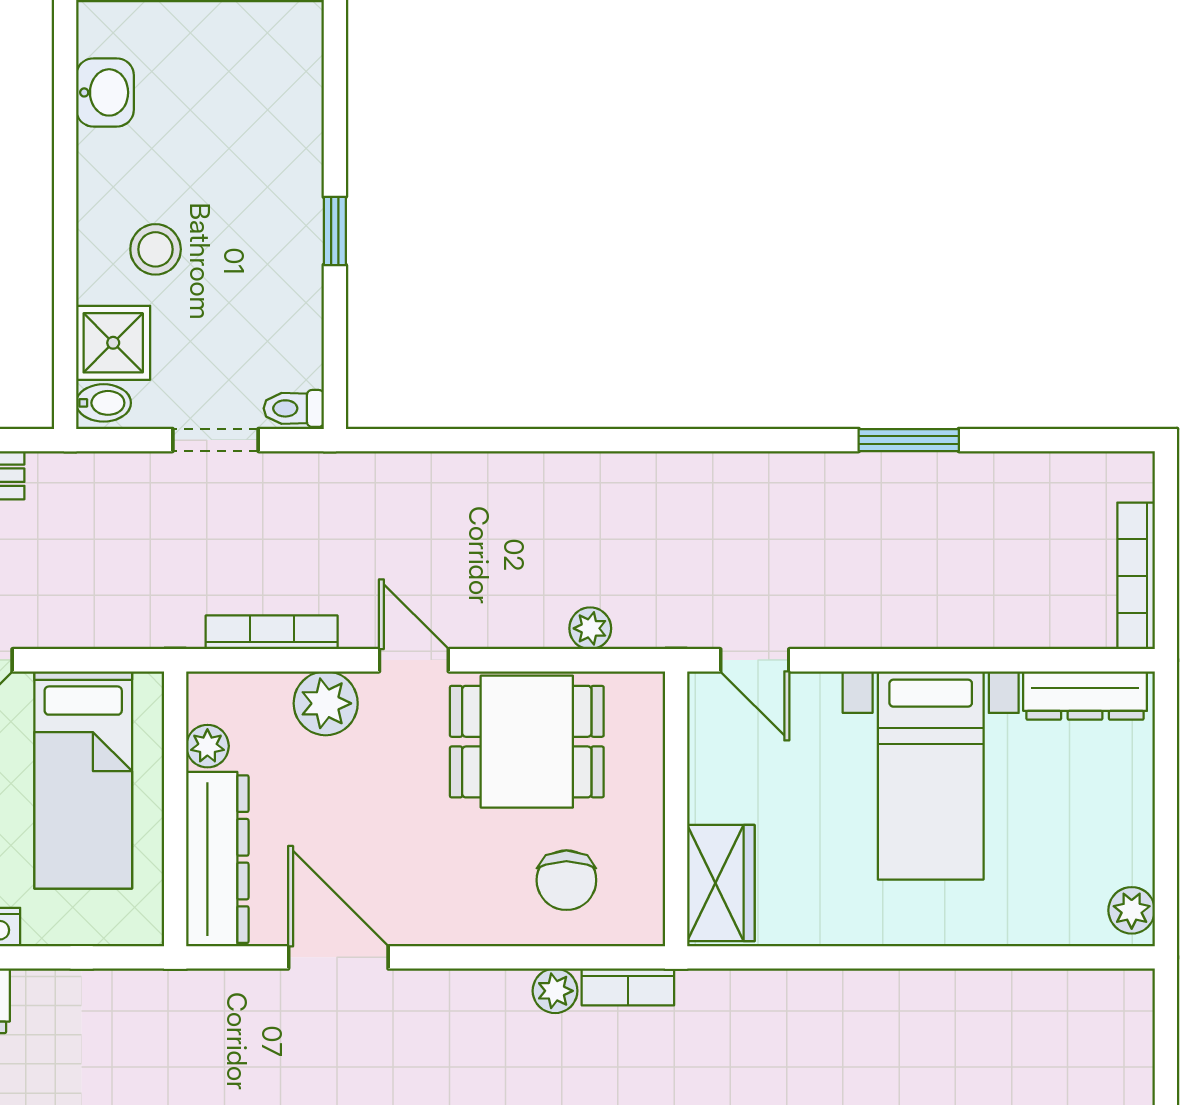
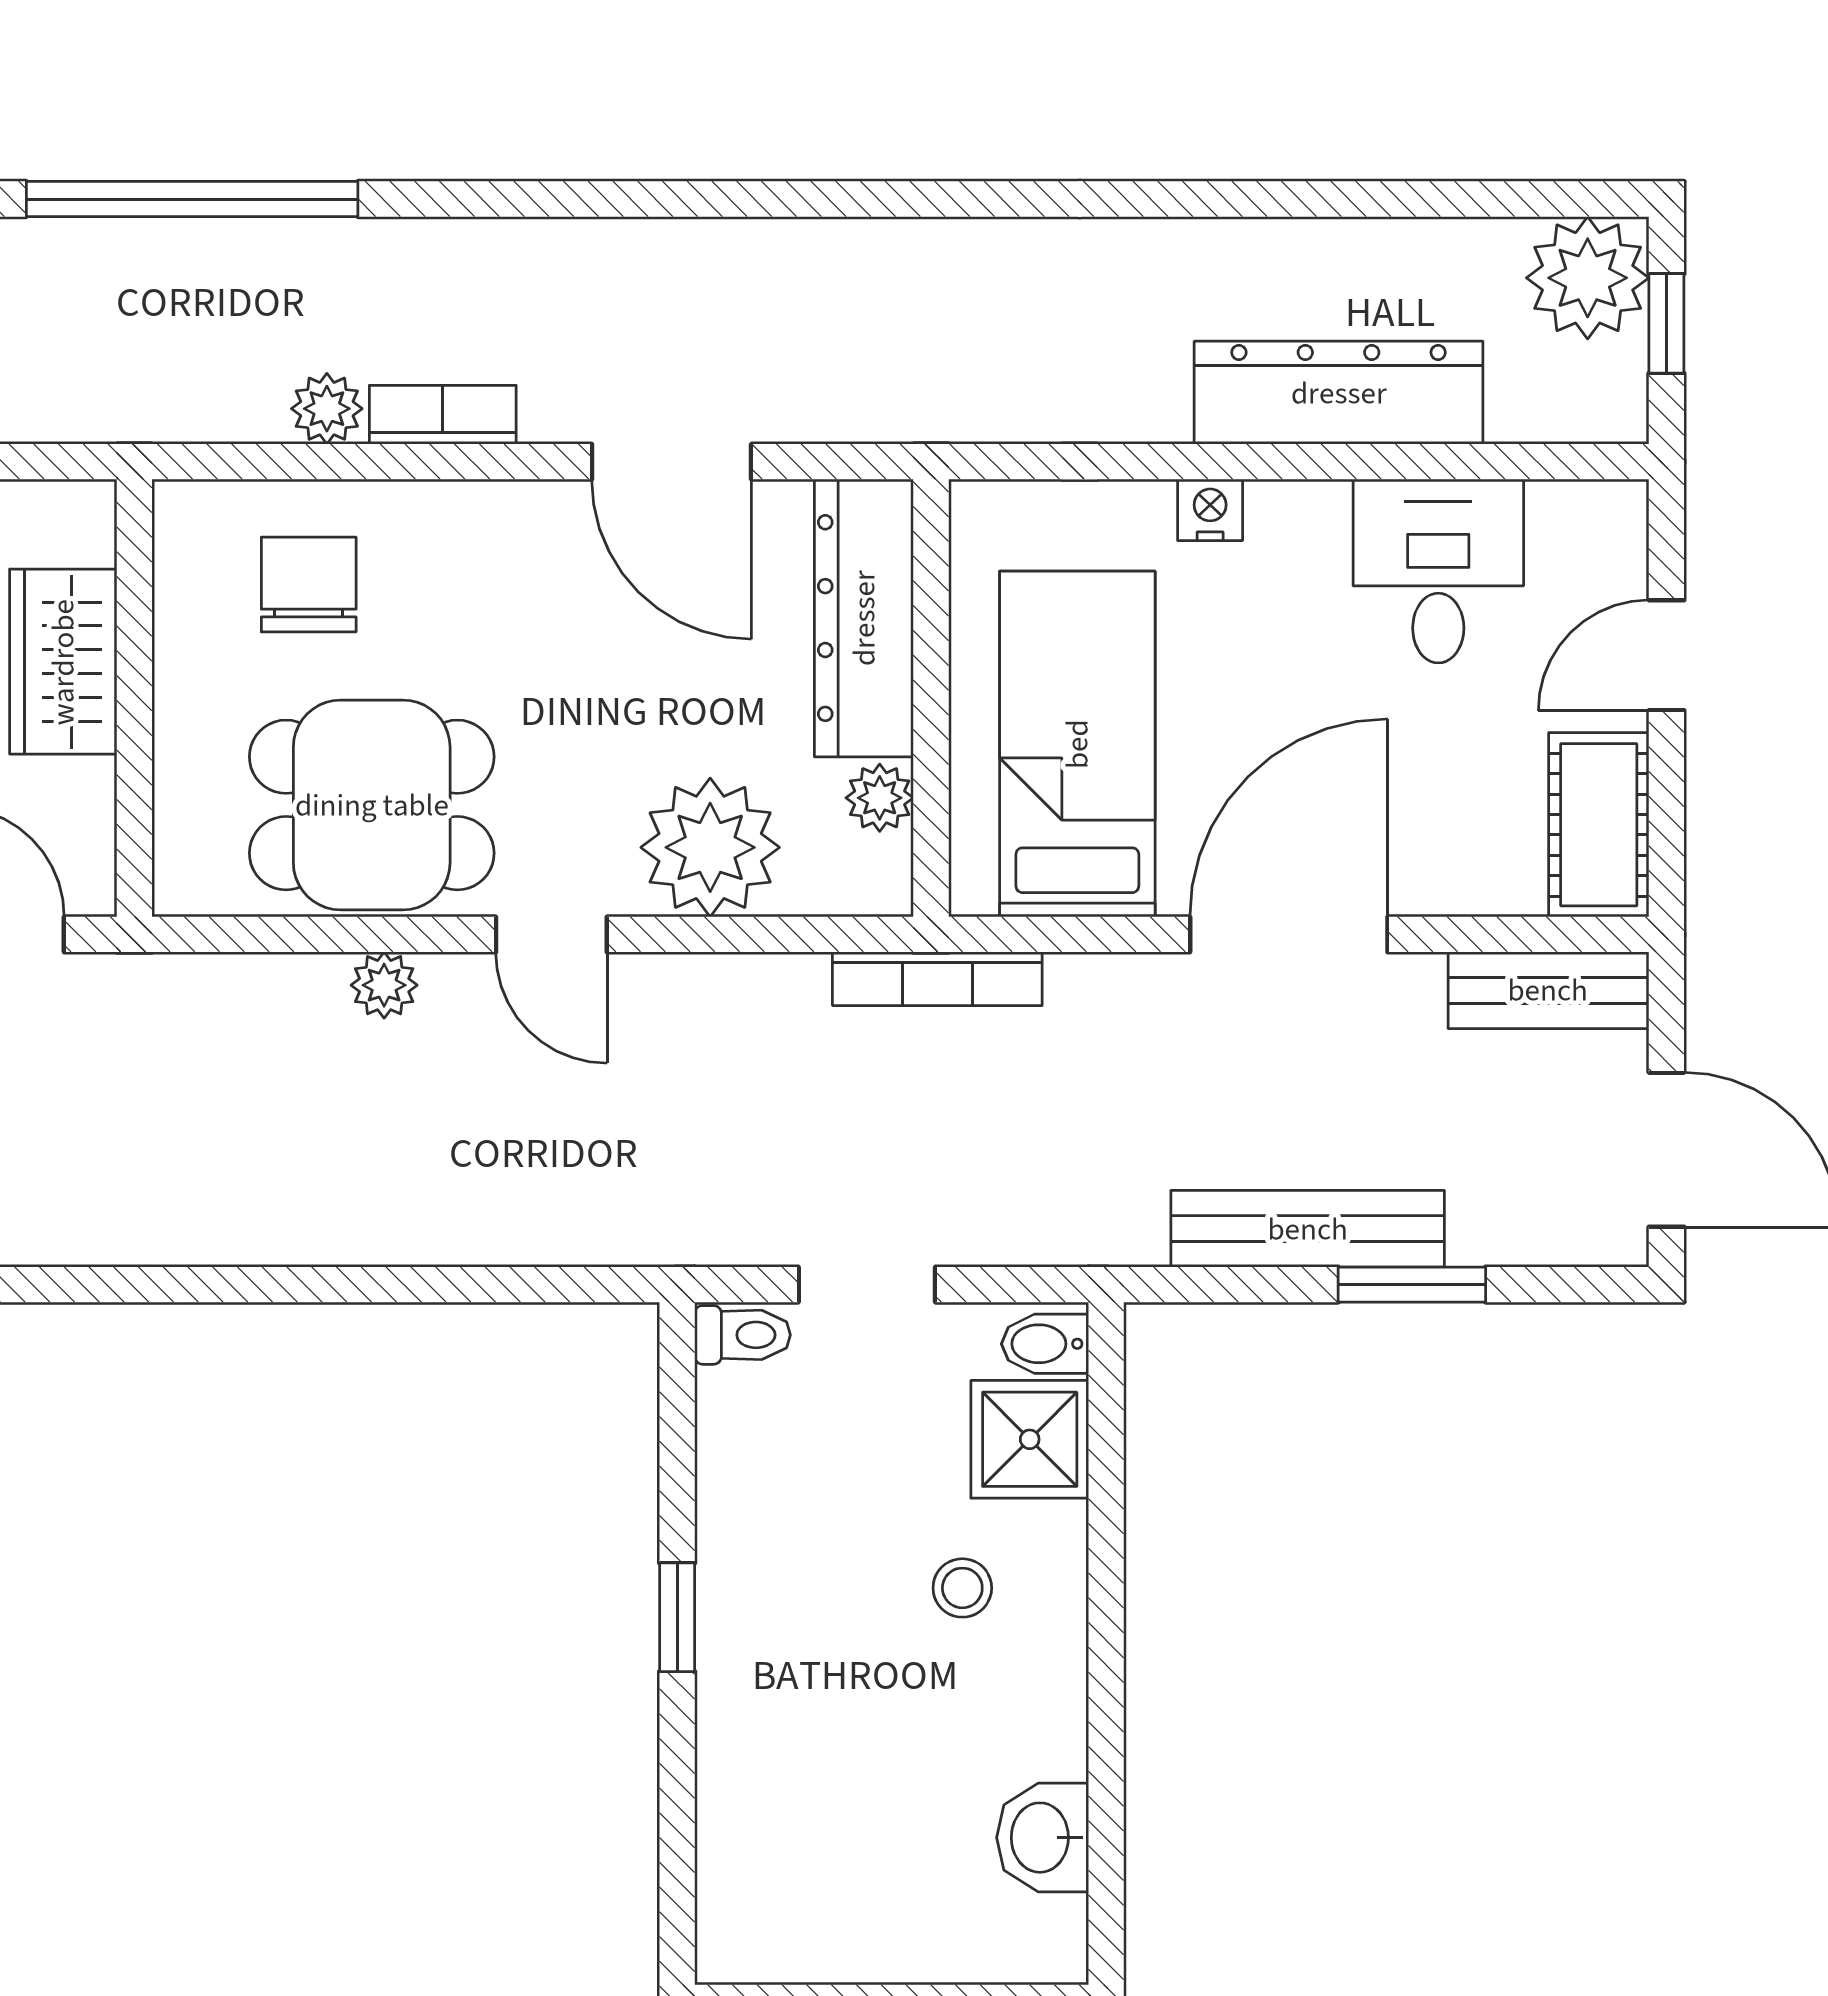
stool: (156, 249) -> (962, 1588), width x0.73, depth x0.73
plant: (590, 628) -> (384, 985), moved
bookcase: (272, 632) -> (937, 979), moved
plant: (326, 703) -> (710, 847), width x1.36, depth x1.36
wardrobe: (721, 883) -> (63, 662), moved
bookcase: (628, 987) -> (443, 415), moved

